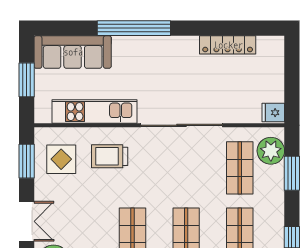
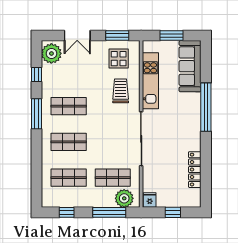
window: (292, 78) -> (173, 212), added
window: (292, 173) -> (109, 212), width x1.44

